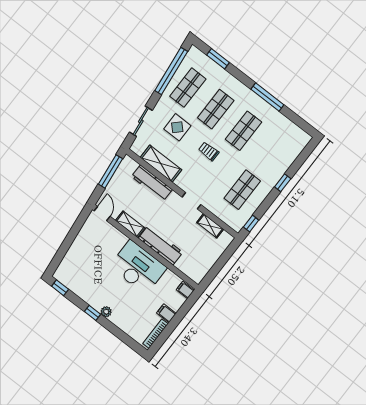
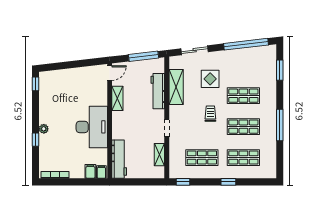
shop shelf: (188, 88) -> (243, 158), moved
workbench: (161, 245) -> (119, 159), moved
window: (92, 313) -> (36, 140), moved
filing cabinet: (166, 313) -> (90, 171), moved

